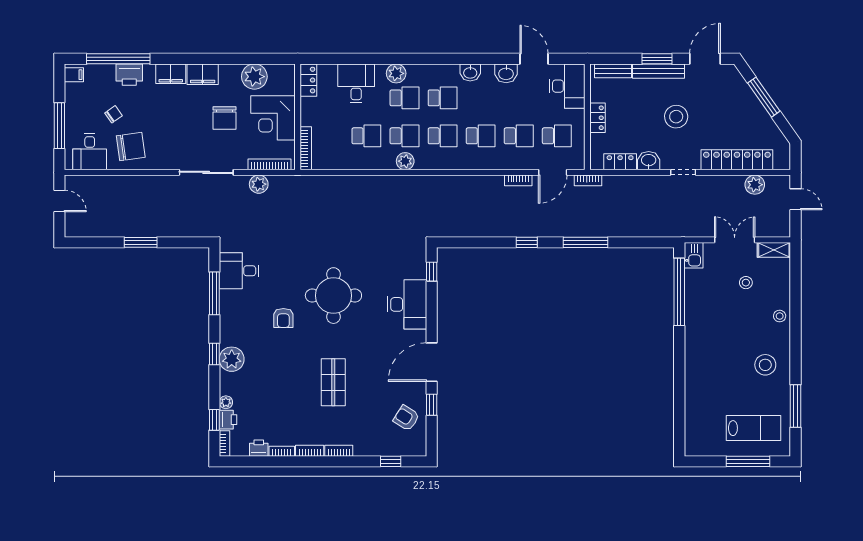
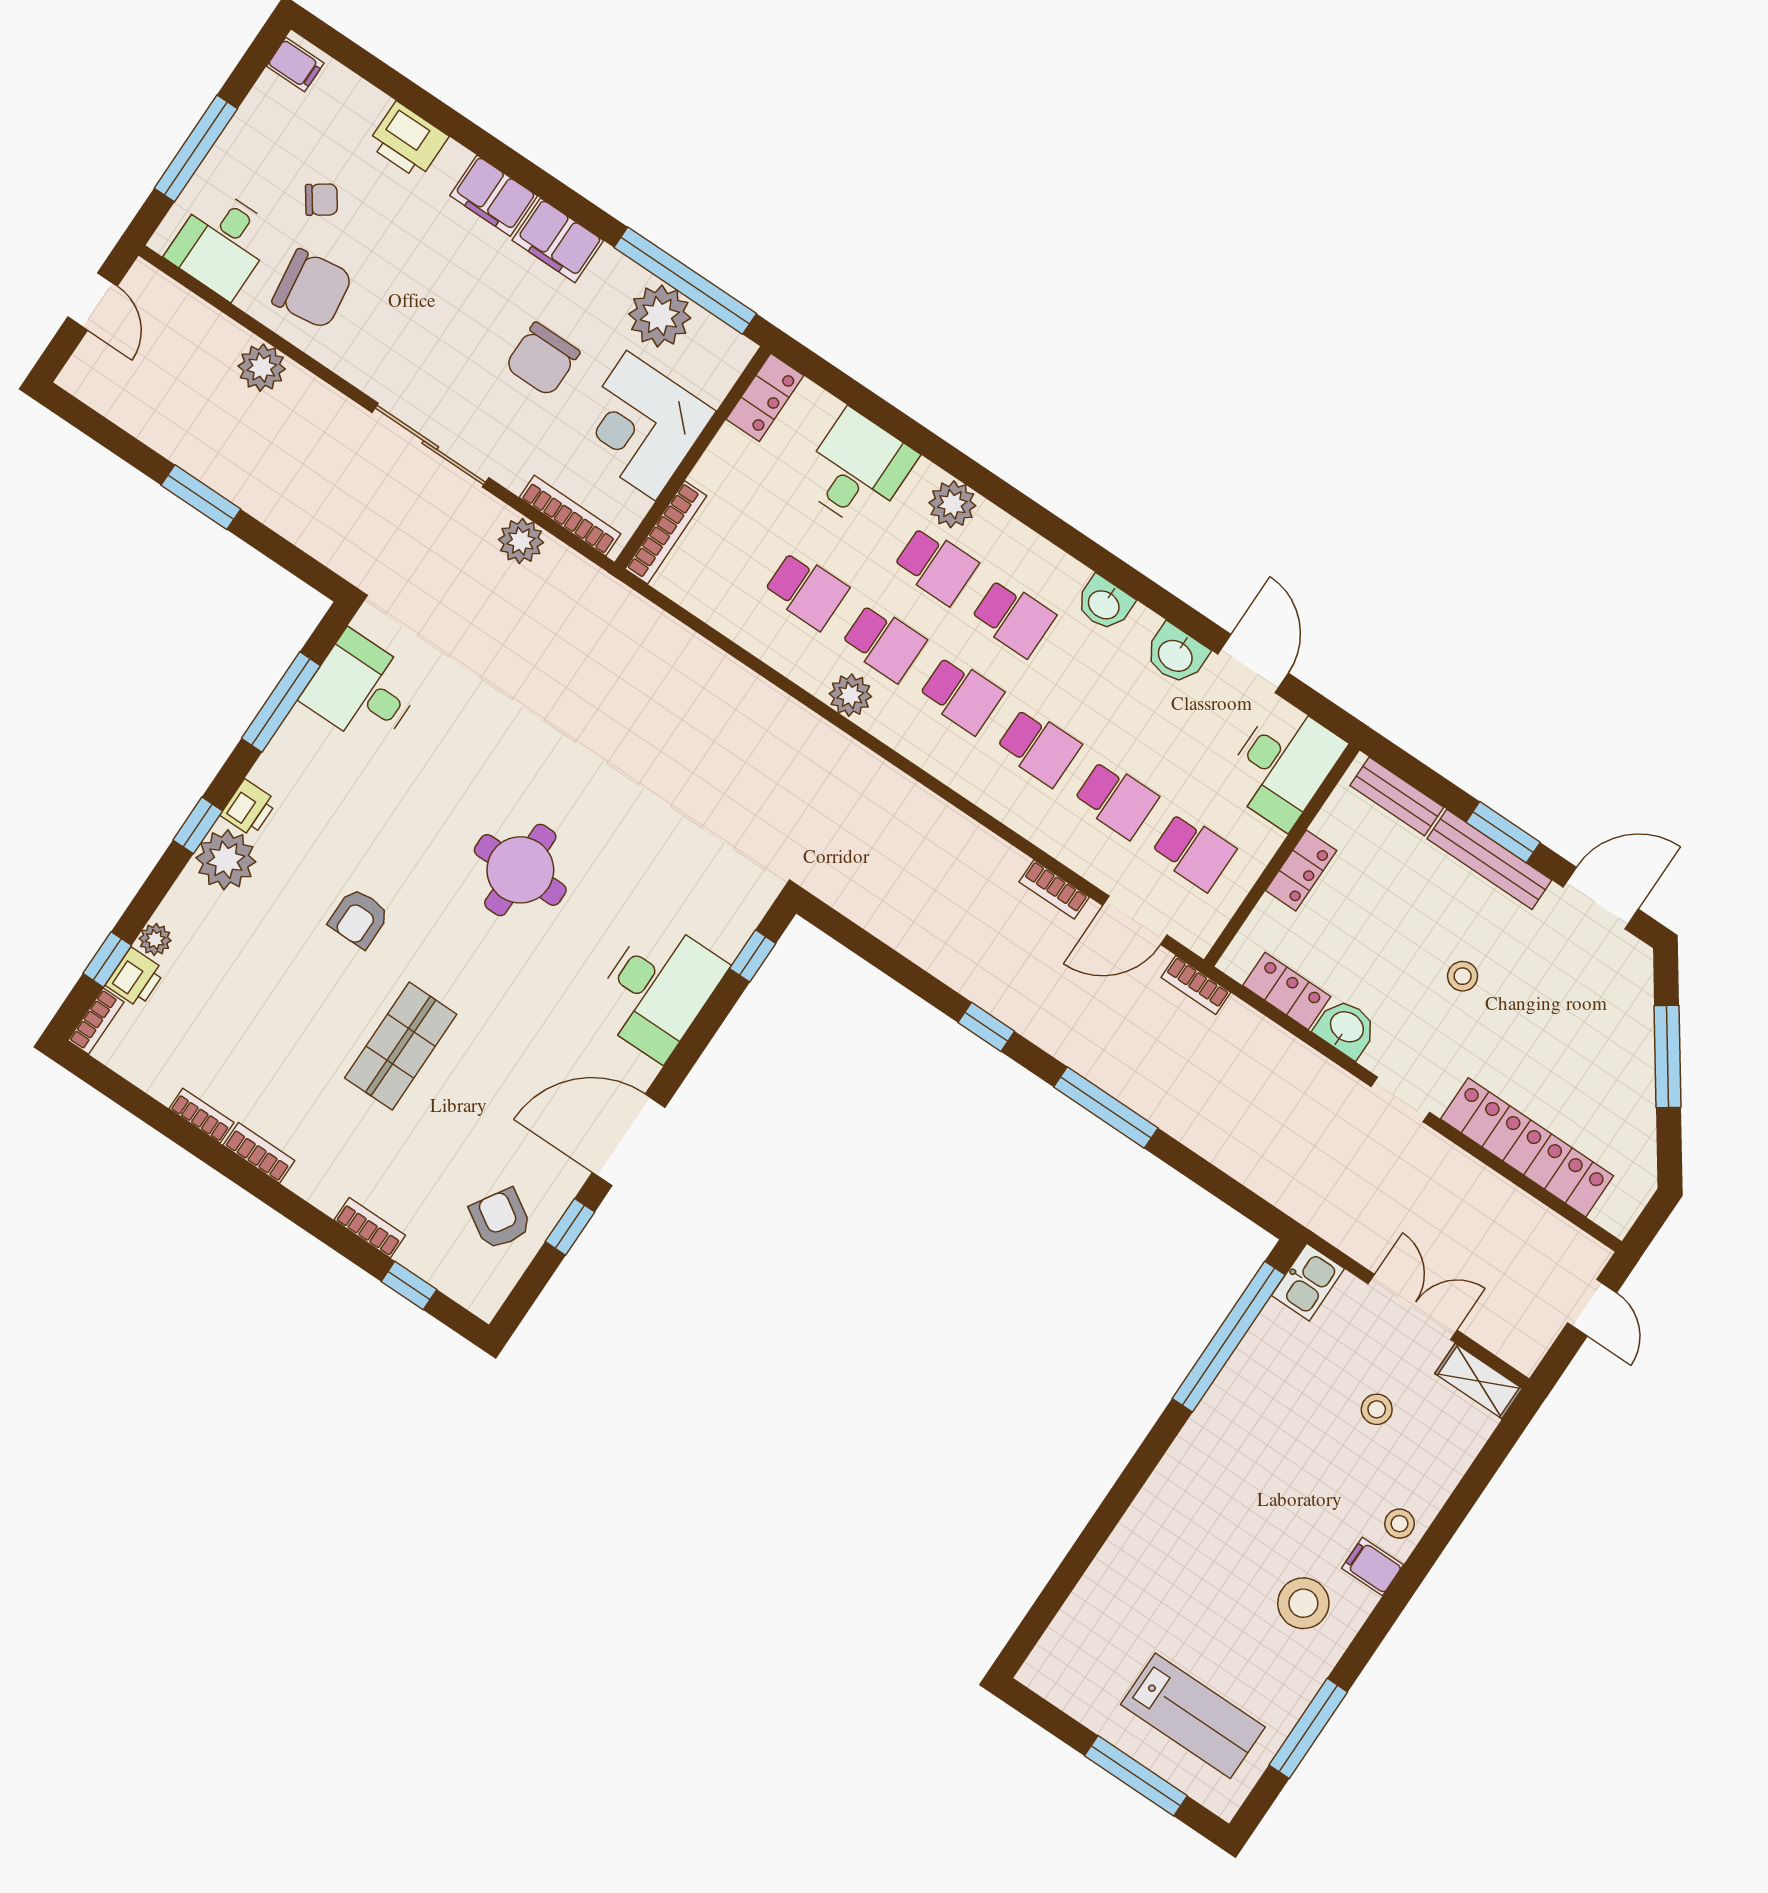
window: (118, 59) -> (685, 281), moved
stool: (676, 117) -> (1463, 976), width x0.53, depth x0.53
plant: (755, 185) -> (262, 368), moved
round table: (333, 296) -> (520, 870), width x0.73, depth x0.73
armchair: (283, 318) -> (359, 918), moved
filing cabinet: (780, 337) -> (1372, 1567), added
printer: (259, 448) -> (249, 808), moved, turned 90
bookcase: (339, 451) -> (370, 1228), moved

